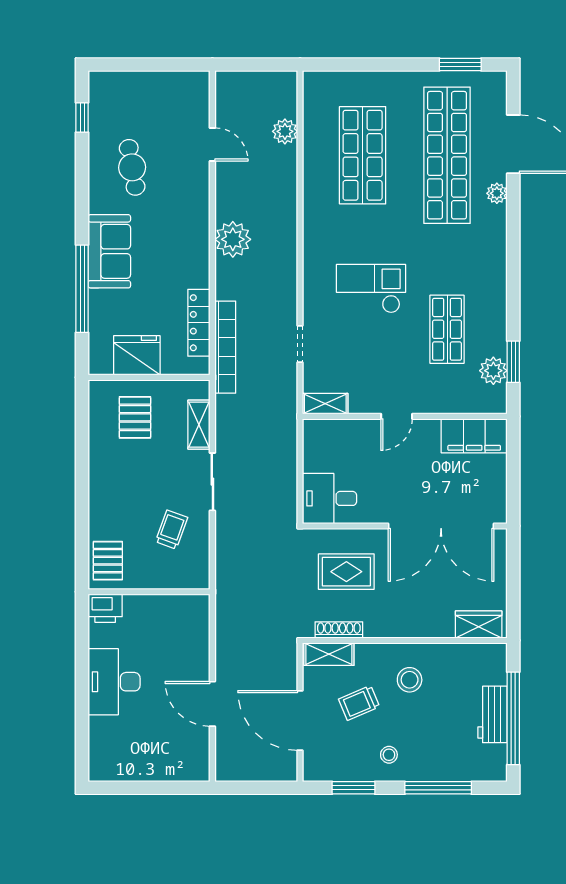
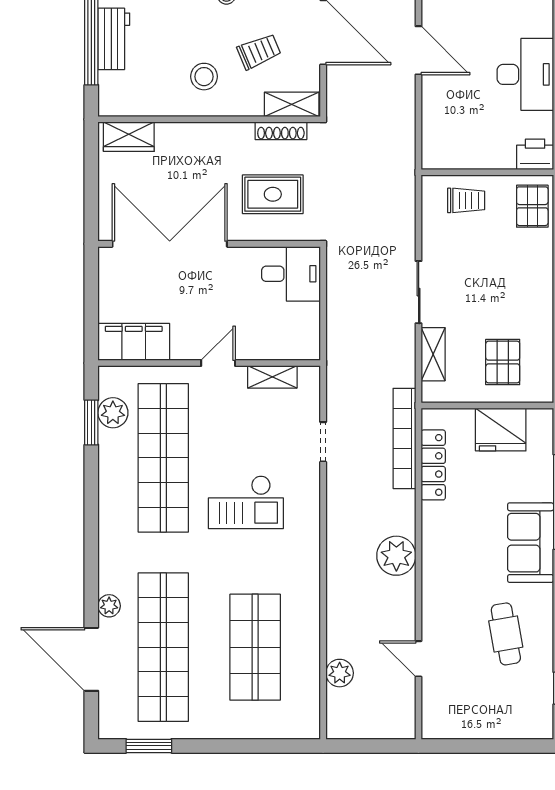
shop shelf: (447, 329) -> (163, 458), width x2.00, depth x1.36
shelving: (325, 404) -> (272, 377), moved
trolley: (172, 530) -> (466, 200), moved, turned -110

